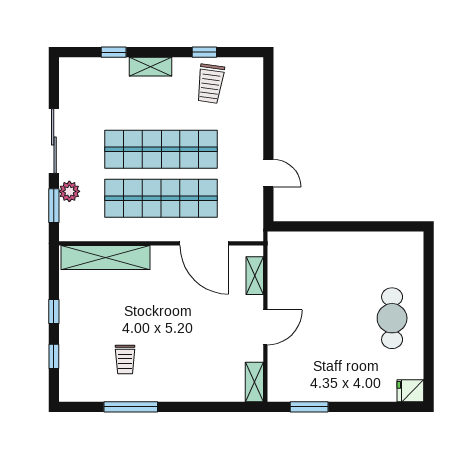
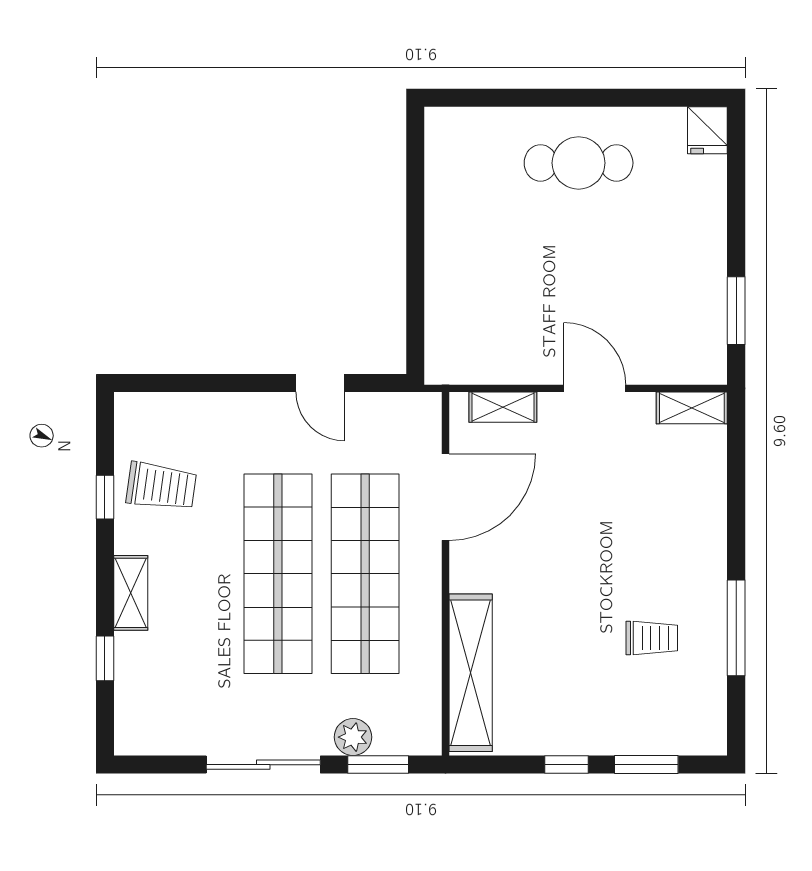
door: (268, 173) -> (320, 383), swing flipped
window: (54, 356) -> (646, 765), width x1.50

